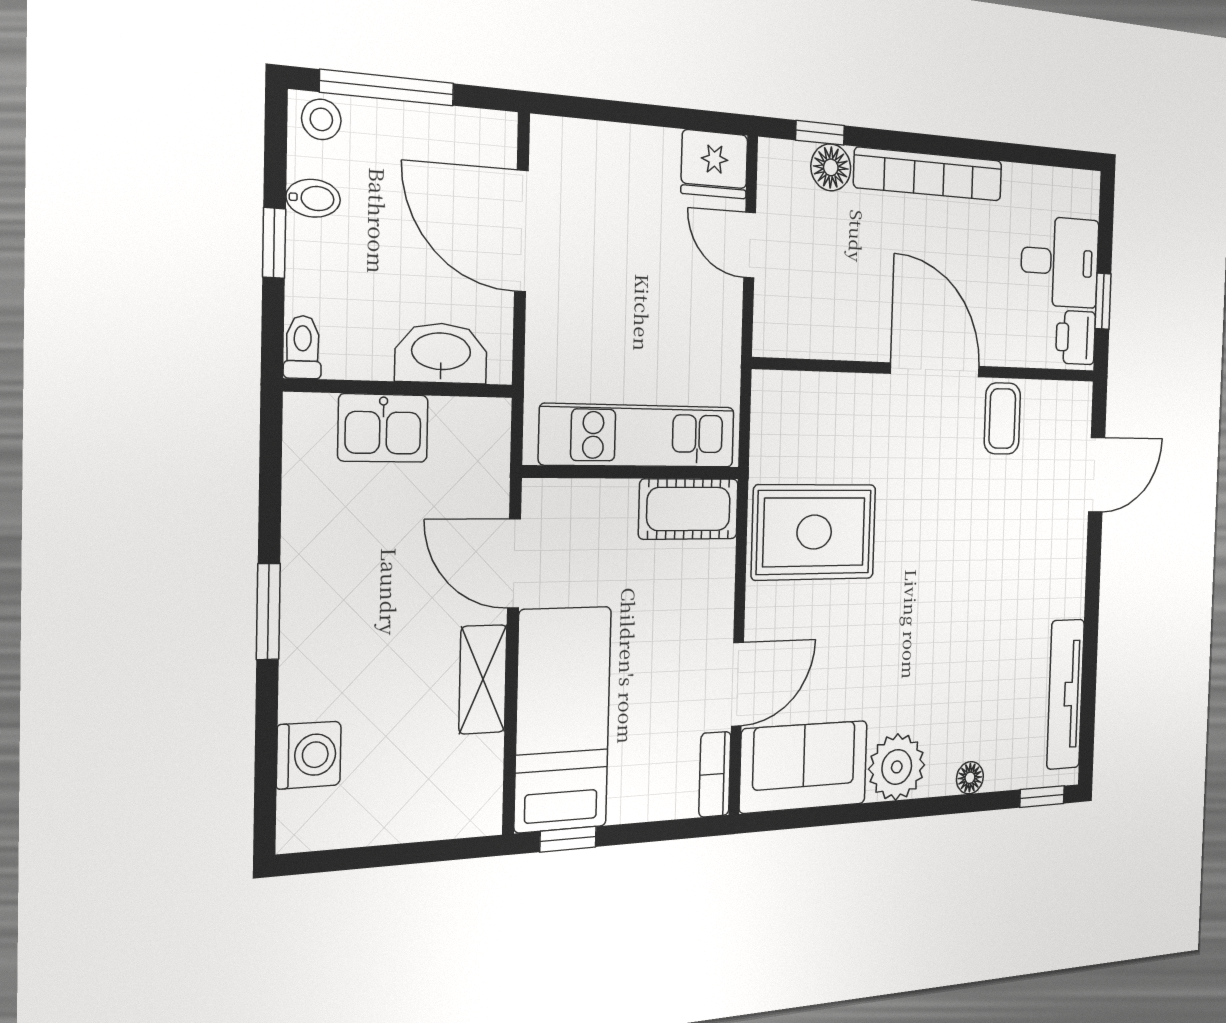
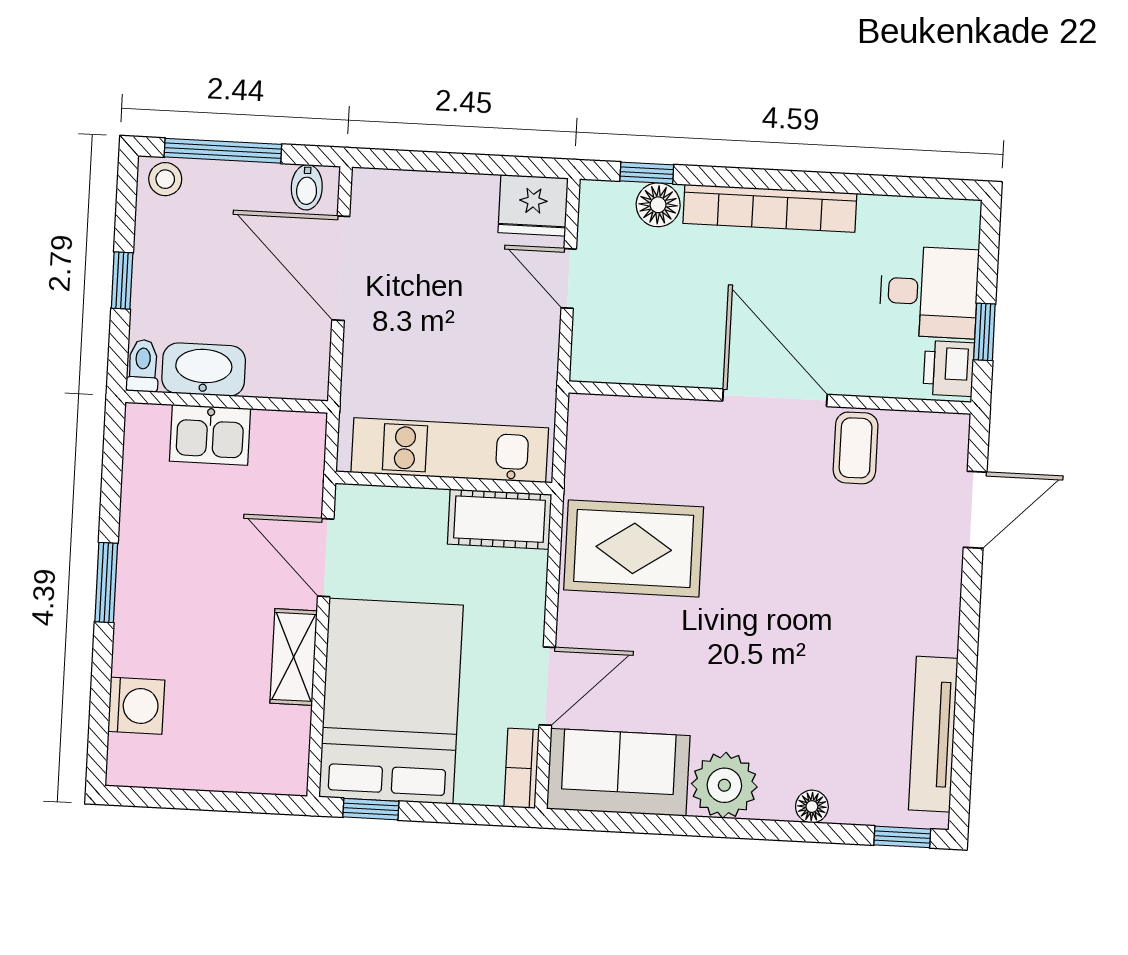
bidet: (313, 198) -> (307, 187), moved, turned 90
washbasin: (441, 353) -> (204, 370), moved
bed: (563, 719) -> (391, 701), width x1.50

